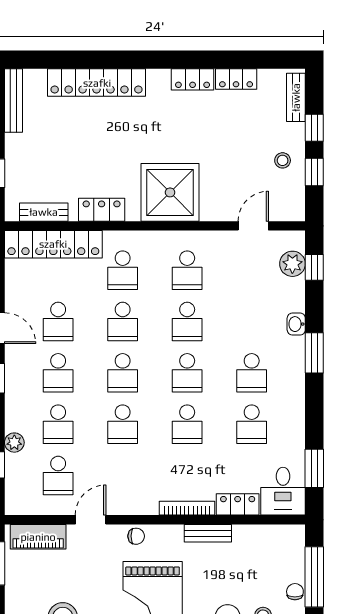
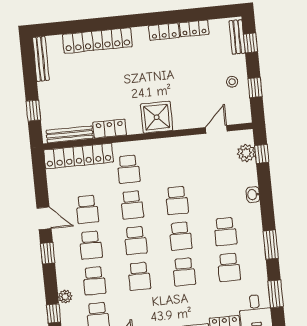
window: (314, 128) -> (251, 43), moved
shower: (170, 192) -> (157, 117), width x0.73, depth x0.73
bench: (44, 212) -> (70, 134), width x1.36
school desk: (187, 270) -> (173, 165), removed
window: (314, 353) -> (271, 245), moved

